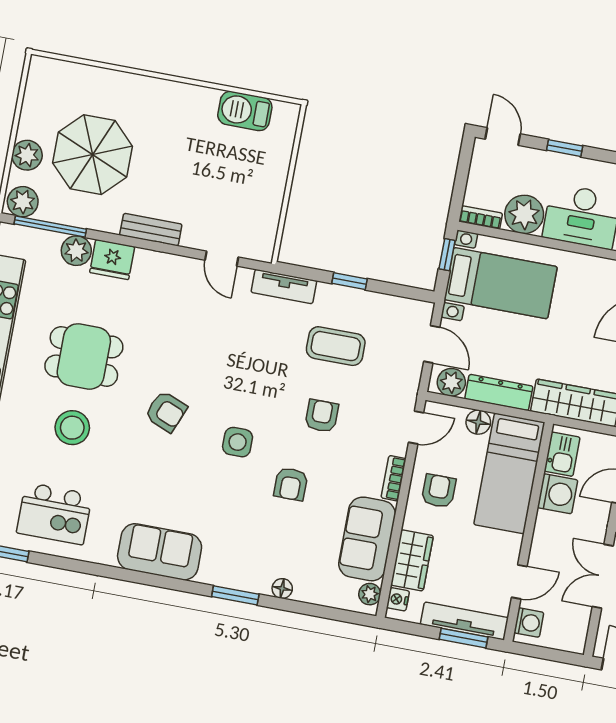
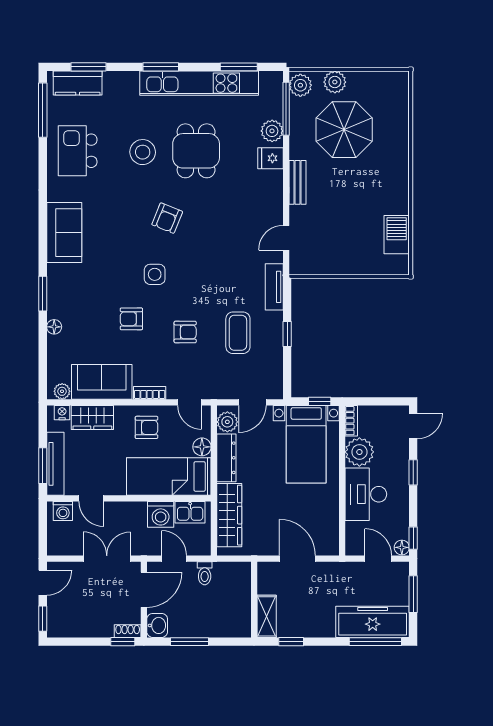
fridge: (112, 260) -> (270, 158), width x0.72

